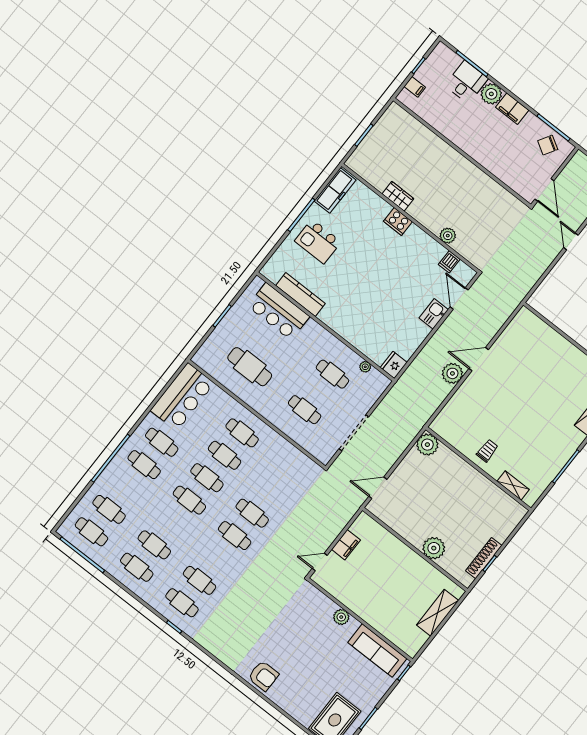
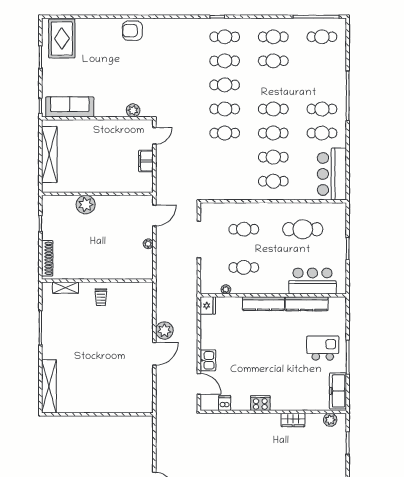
cooker: (398, 221) -> (260, 403), moved
plant: (448, 236) -> (330, 420), moved
kitchen counter: (341, 326) -> (263, 304), added
plant: (427, 445) -> (148, 244), moved, width x0.53, depth x0.53
cafe table: (109, 509) -> (225, 85), moved
shoe rack: (484, 558) -> (47, 258), moved
shelving: (438, 613) -> (49, 155), width x1.47
plant: (341, 617) -> (133, 110), moved

